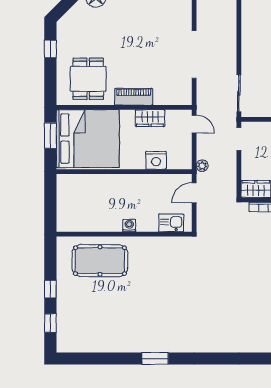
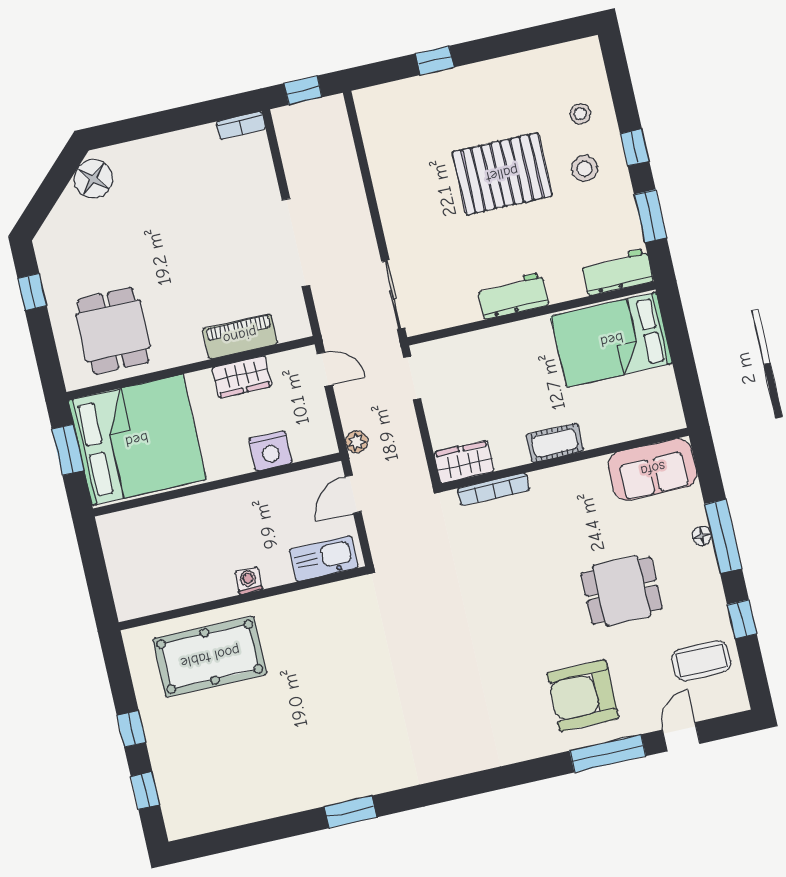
piano: (134, 97) -> (240, 336), moved
kitchen sink: (171, 223) -> (324, 559), width x1.38

